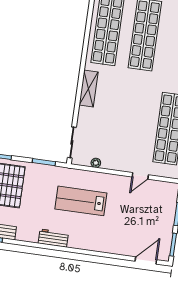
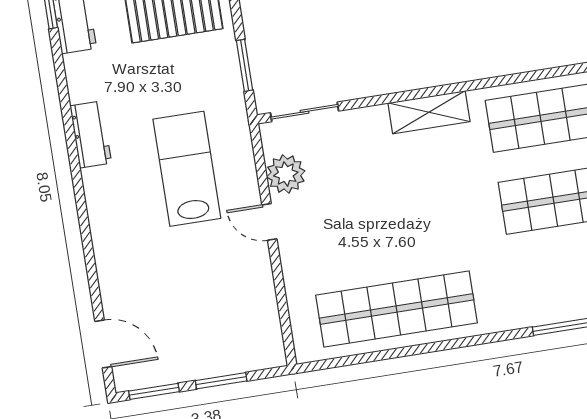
plant: (96, 163) -> (286, 174), width x1.88, depth x1.88
door: (140, 176) -> (269, 222), moved

